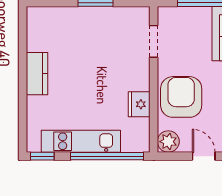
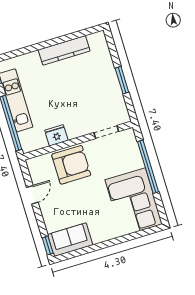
kitchen counter: (37, 74) -> (64, 50), width x1.50
plant: (168, 142) -> (35, 165), removed

